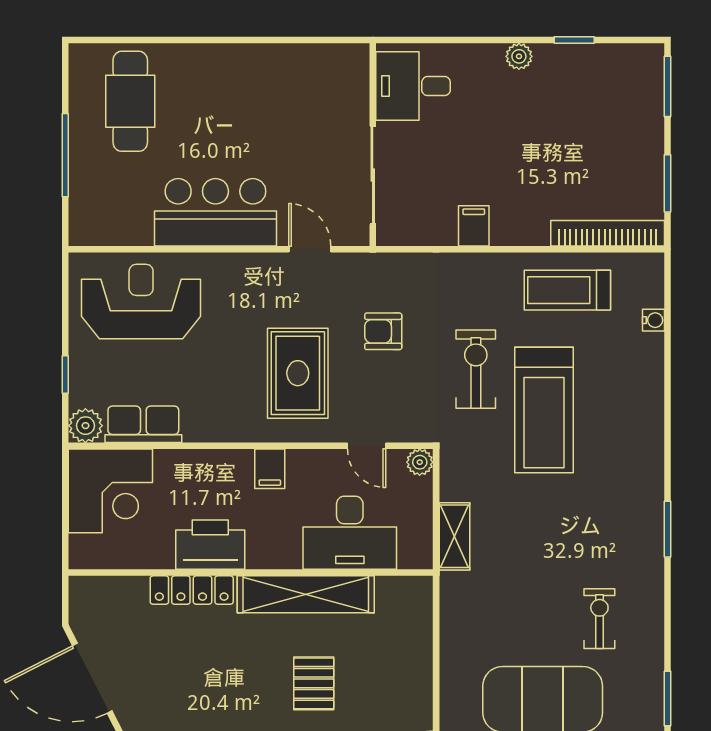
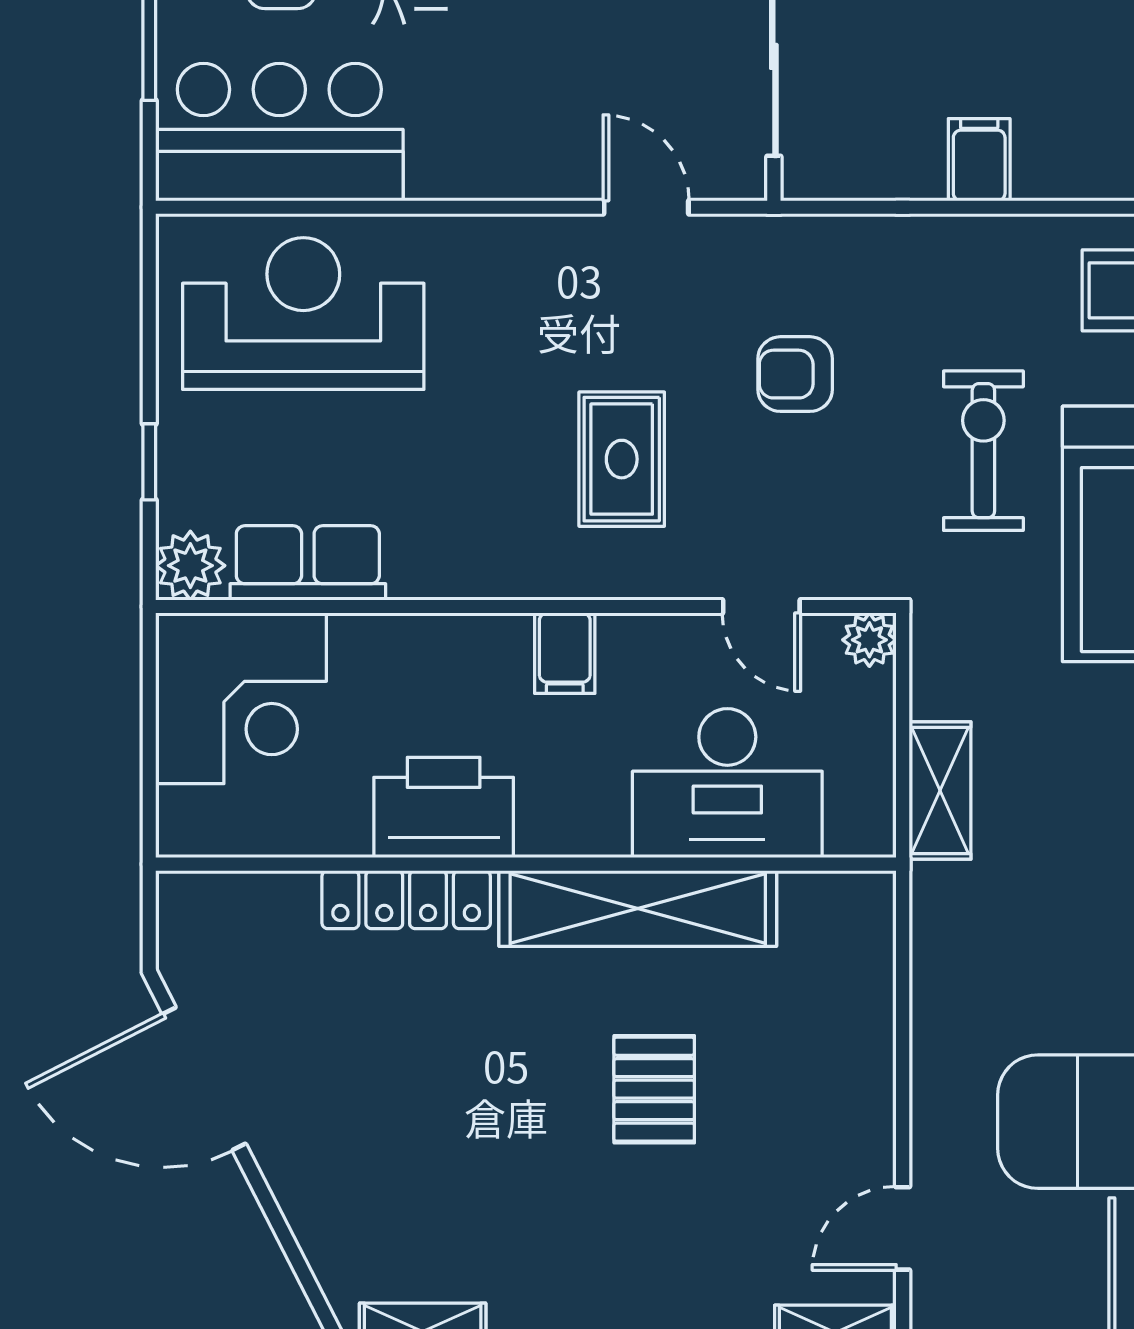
bar counter: (215, 212) -> (279, 132), moved
rug: (298, 373) -> (622, 459), width x0.73, depth x0.70

